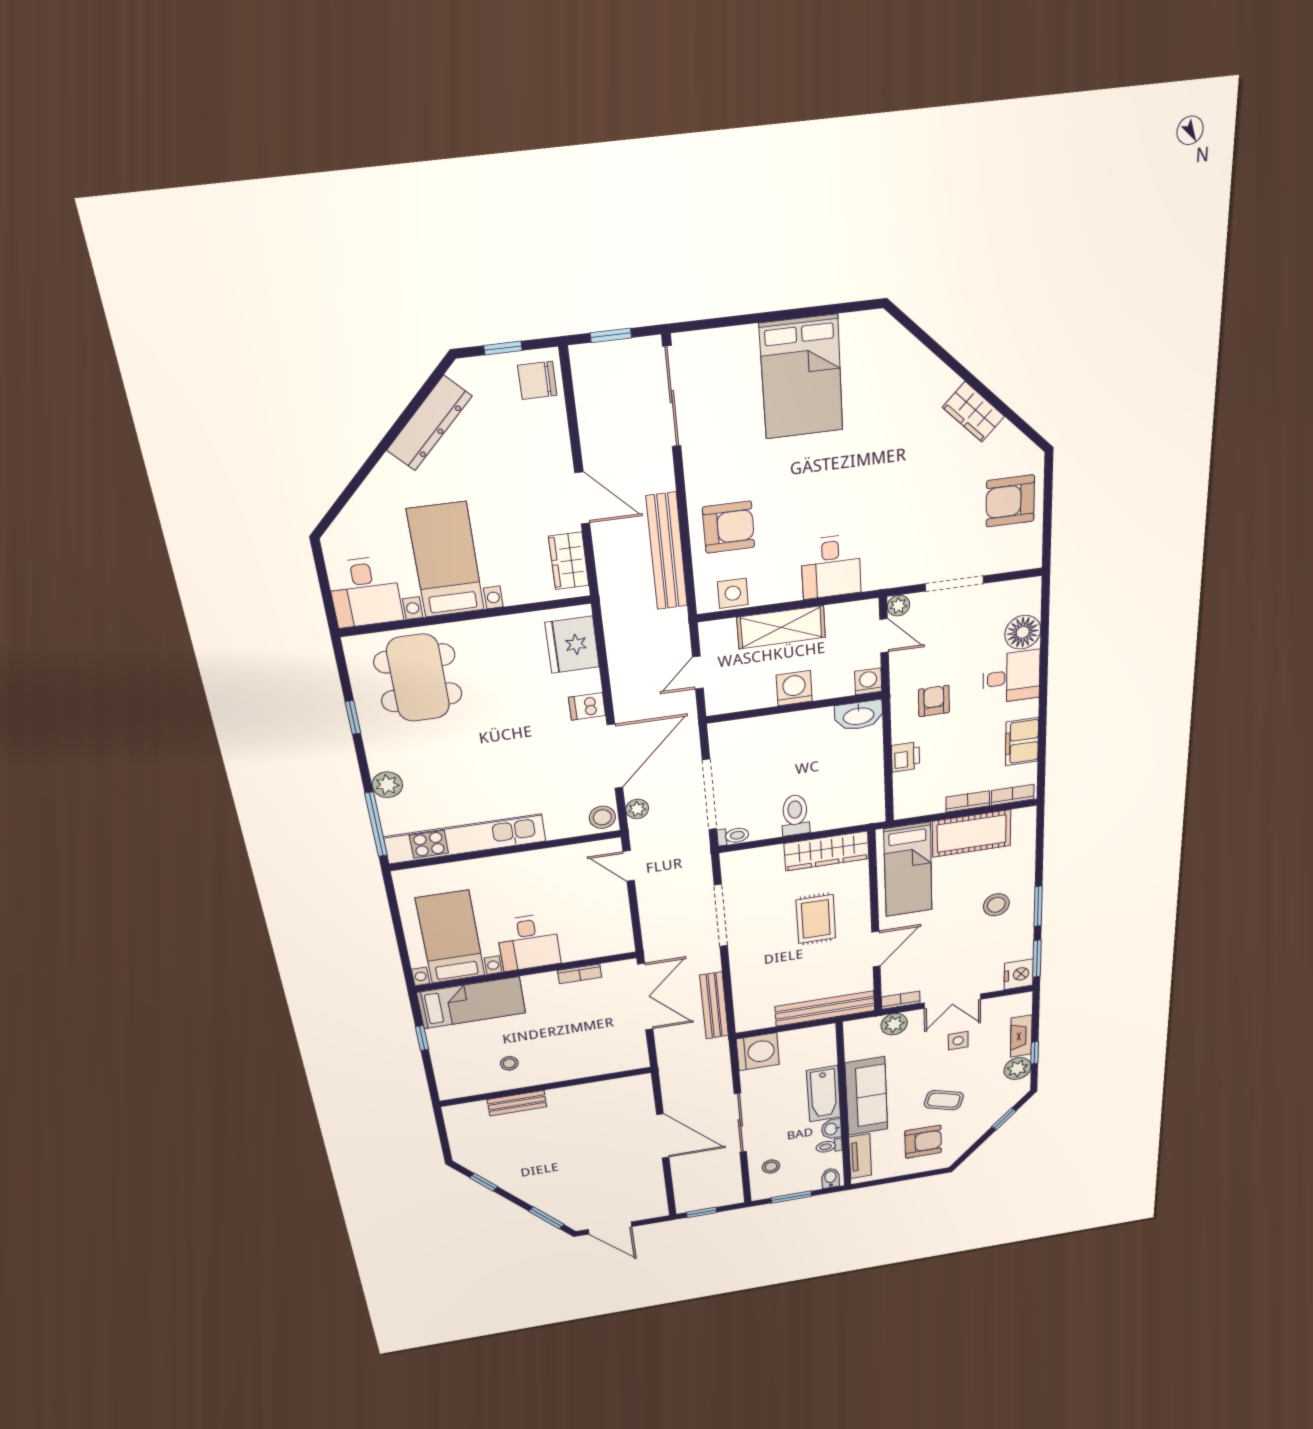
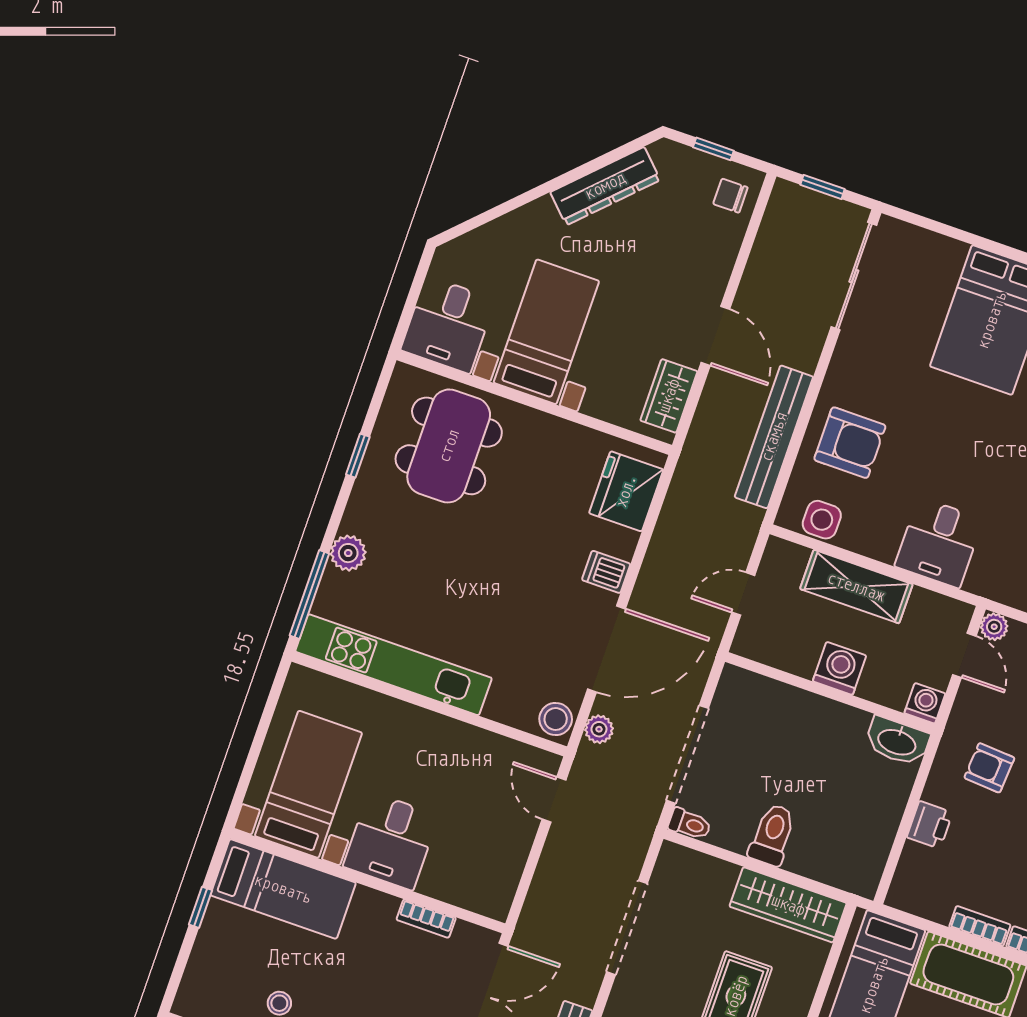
chair: (537, 380) -> (730, 196), width x0.73, depth x0.73
armchair: (934, 701) -> (989, 768), turned -86

